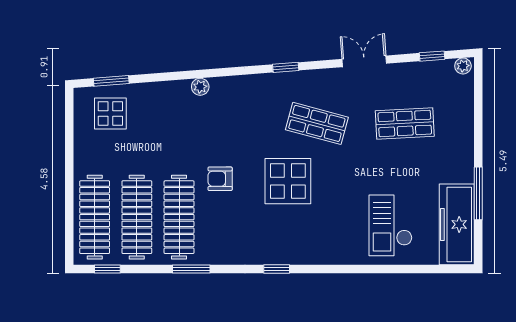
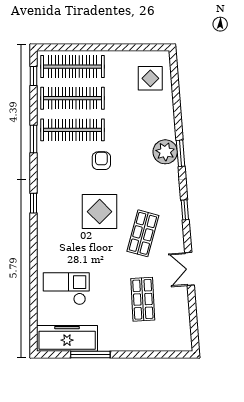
window: (432, 56) -> (193, 320), removed
double door: (364, 61) -> (189, 269), swing flipped
plant: (463, 66) -> (186, 343), removed
window: (111, 81) -> (181, 153), moved
plant: (200, 87) -> (165, 152), width x1.87, depth x1.87

